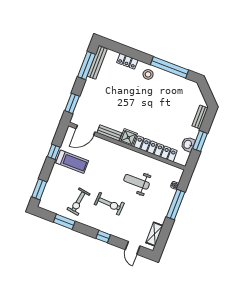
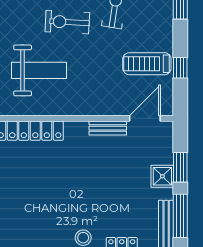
window: (72, 103) -> (180, 167), moved
shower: (128, 137) -> (162, 176), moved
weight bench: (137, 182) -> (39, 70), width x1.36, depth x1.33

